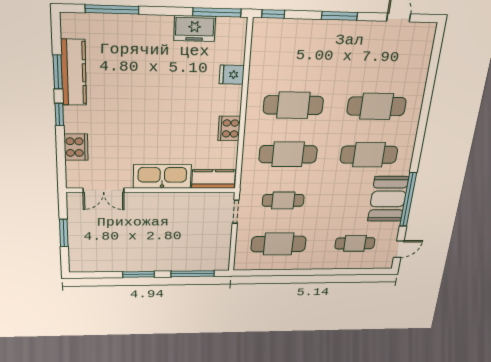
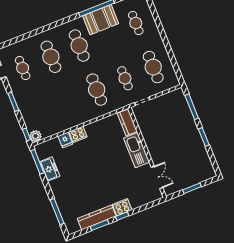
plant: (263, 28) -> (35, 136), added
cafe table: (293, 105) -> (23, 68), moved, width x0.73, depth x0.74
cooker: (229, 128) -> (78, 134), moved
cooker: (76, 147) -> (122, 207), moved

